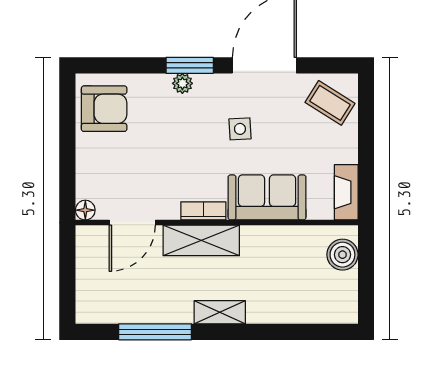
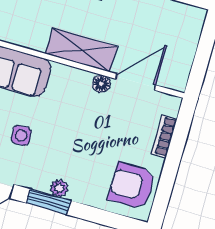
floor lamp: (85, 210) -> (101, 84), moved
bookcase: (203, 211) -> (164, 136), moved, turned 90

